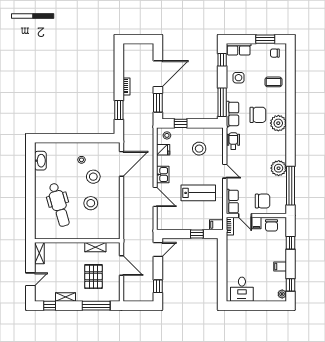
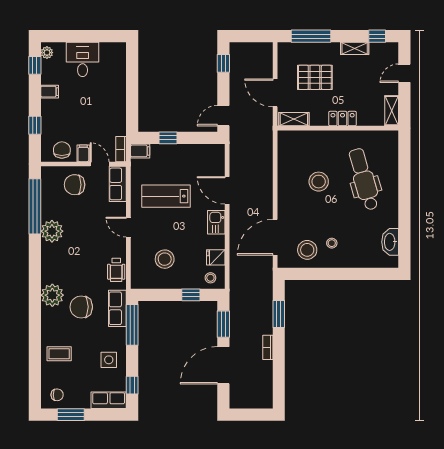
stool: (93, 177) -> (307, 250), moved
shelving: (95, 247) -> (294, 119), moved
locker: (74, 248) -> (343, 119), added
pallet: (93, 277) -> (315, 77), turned 90
desk: (242, 289) -> (83, 59), moved

